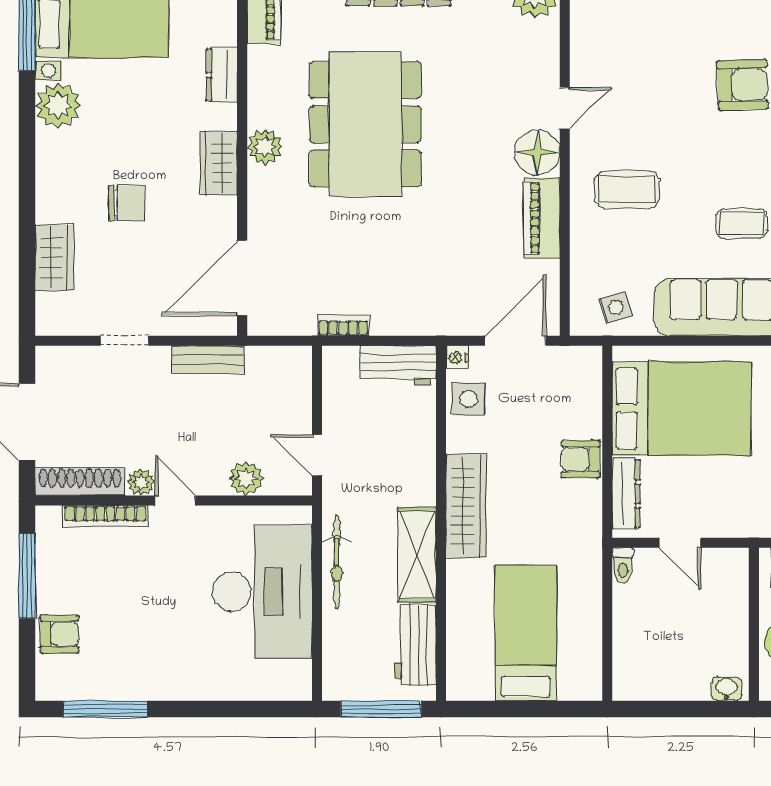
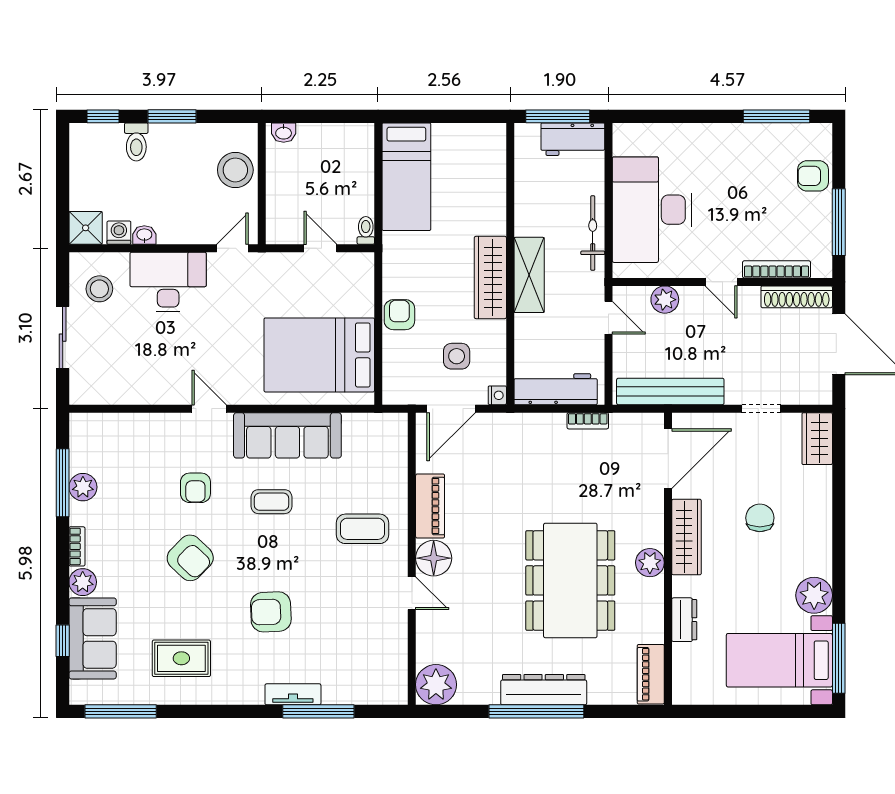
door: (565, 108) -> (412, 593), swing flipped
wardrobe: (219, 163) -> (687, 537), width x1.50
chair: (126, 203) -> (760, 518), turned 90
wardrobe: (54, 258) -> (817, 439), moved
side table: (616, 307) -> (371, 435), removed
bench: (208, 359) -> (670, 391), width x1.86, depth x1.21
workbench: (398, 365) -> (556, 389), width x1.38
side table: (468, 399) -> (457, 356), moved
armchair: (580, 459) -> (399, 315), turned -90
plant: (141, 482) -> (748, 296), removed
dresser: (626, 494) -> (363, 287), removed
shelving: (417, 555) -> (529, 275), moved
bed: (526, 633) -> (406, 177), moved
workbench: (415, 645) -> (573, 139), moved, turned 90

